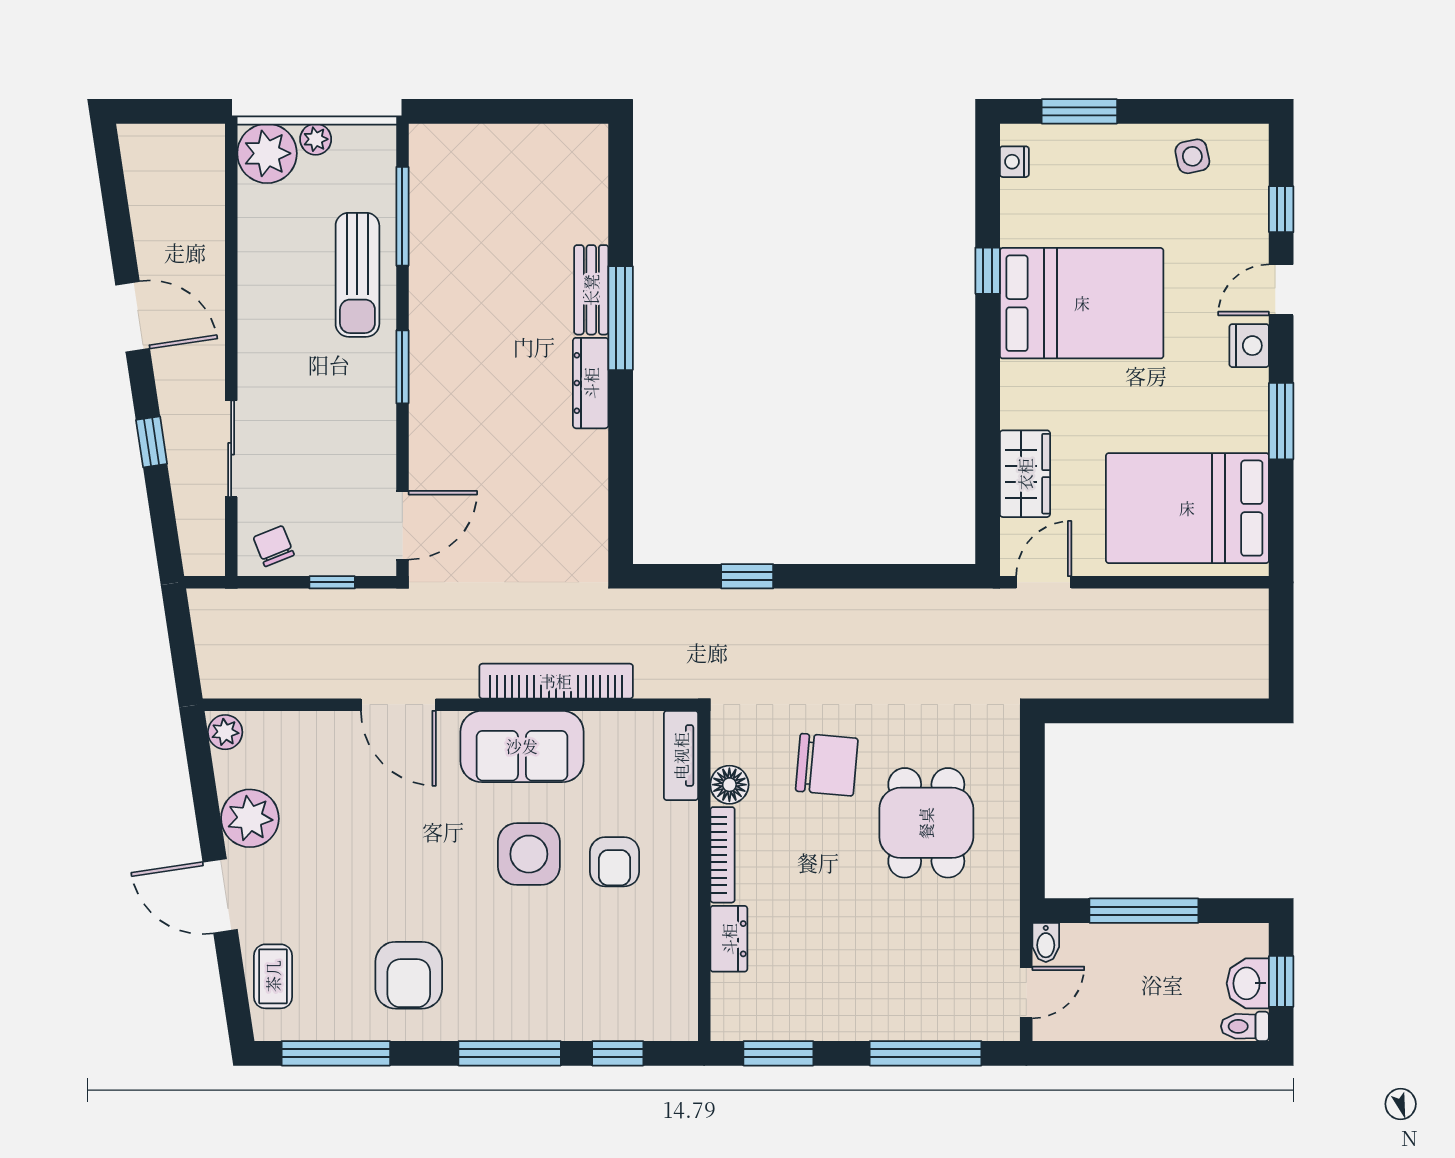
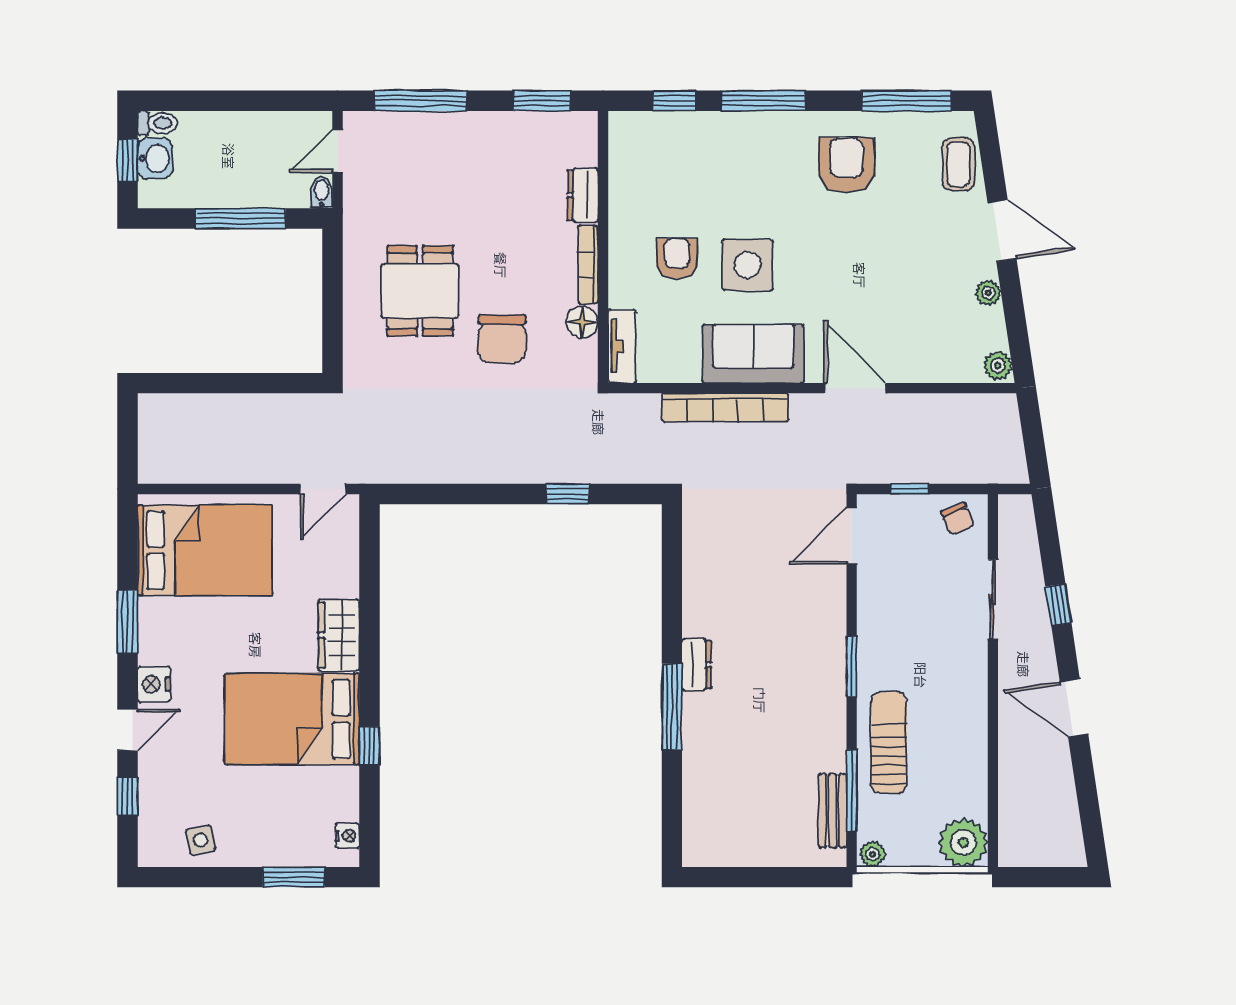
plant: (316, 139) -> (873, 854), moved
bench: (591, 290) -> (833, 811), moved
dresser: (591, 383) -> (697, 665), width x0.70
wardrobe: (1025, 474) -> (339, 635), moved
chair: (827, 765) -> (502, 339), turned -95
plant: (250, 818) -> (988, 293), width x0.53, depth x0.53

